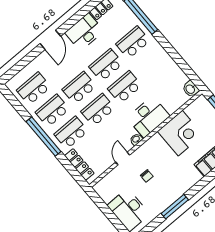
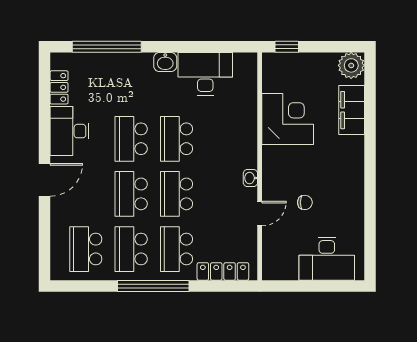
door: (50, 40) -> (45, 180), hinge flipped
school desk: (133, 42) -> (131, 84), removed
washbasin: (191, 89) -> (165, 62), moved
desk: (148, 117) -> (205, 74), moved, turned -90
door: (123, 159) -> (260, 214), swing flipped
window: (175, 207) -> (370, 200), removed

